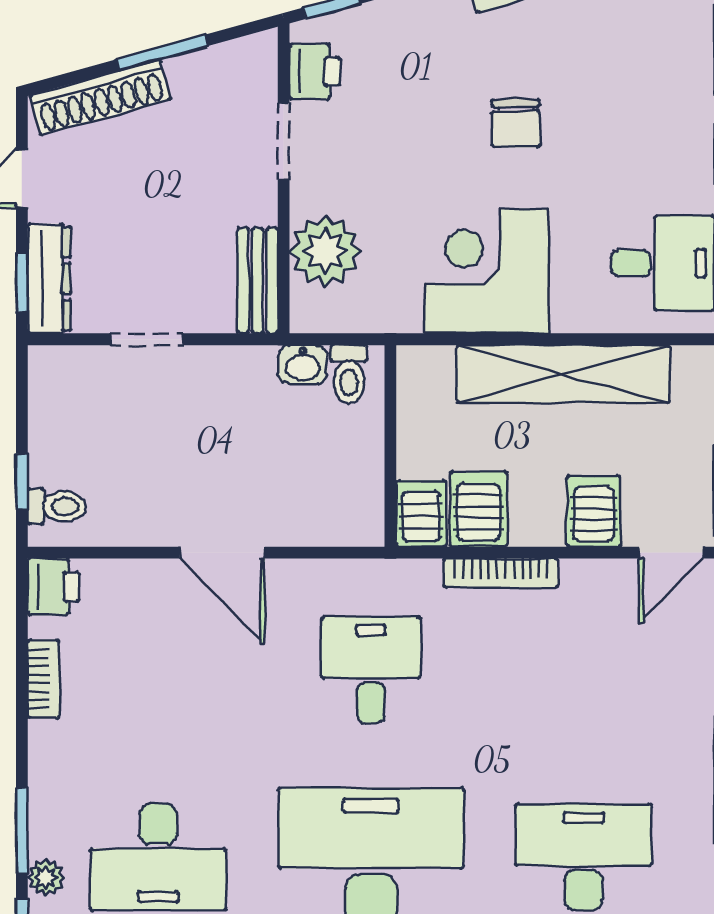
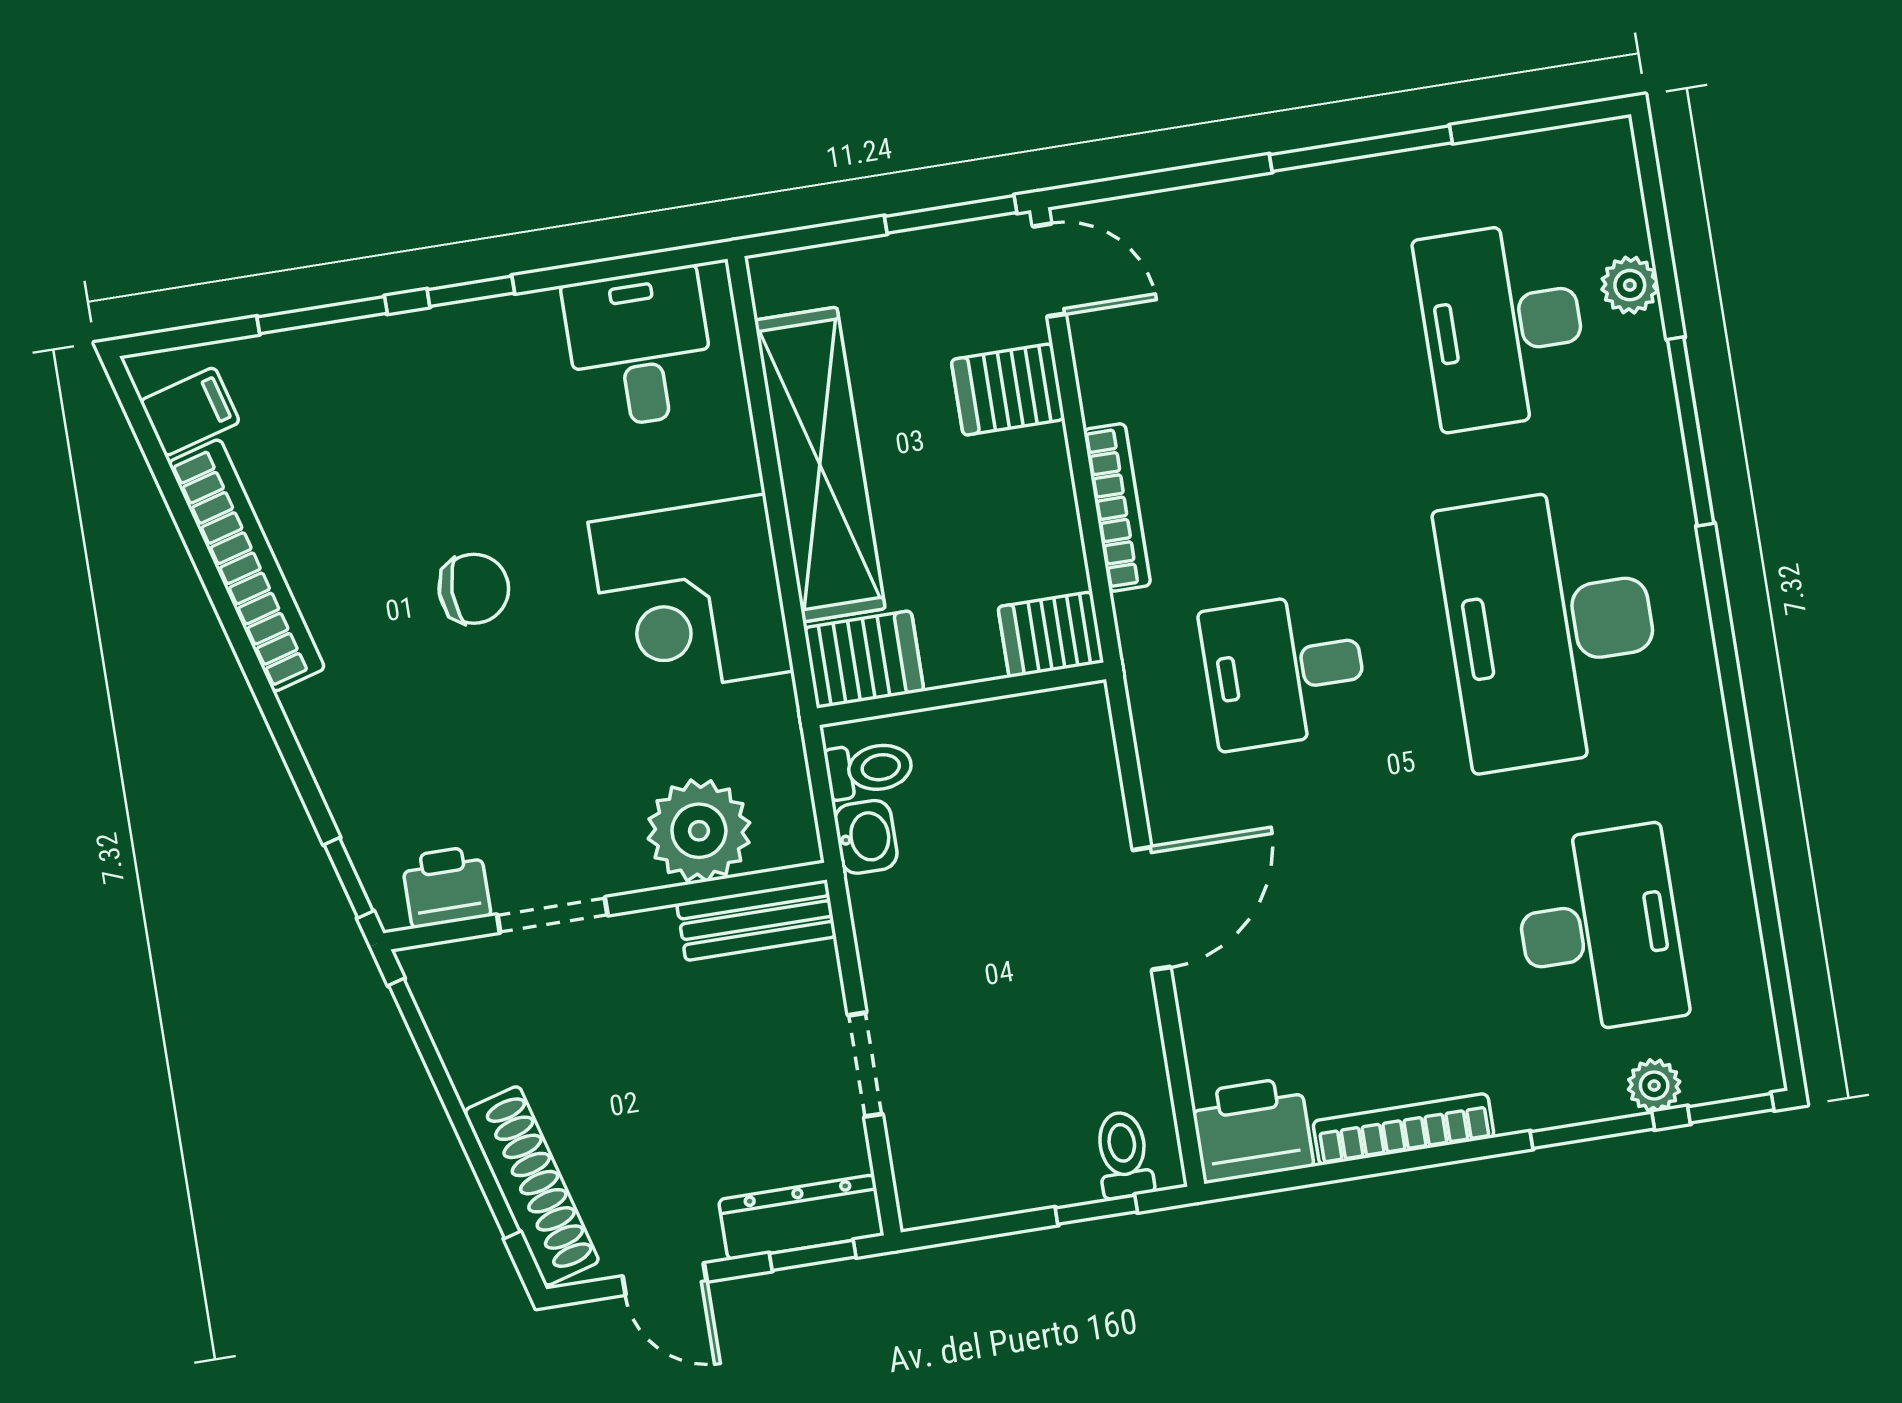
window: (162, 53) -> (454, 1109), width x2.11
server rack: (478, 509) -> (864, 659), moved, turned 180
printer: (53, 587) -> (1252, 1130), width x1.36, depth x1.24
bookcase: (43, 679) -> (1404, 1129), width x1.56

